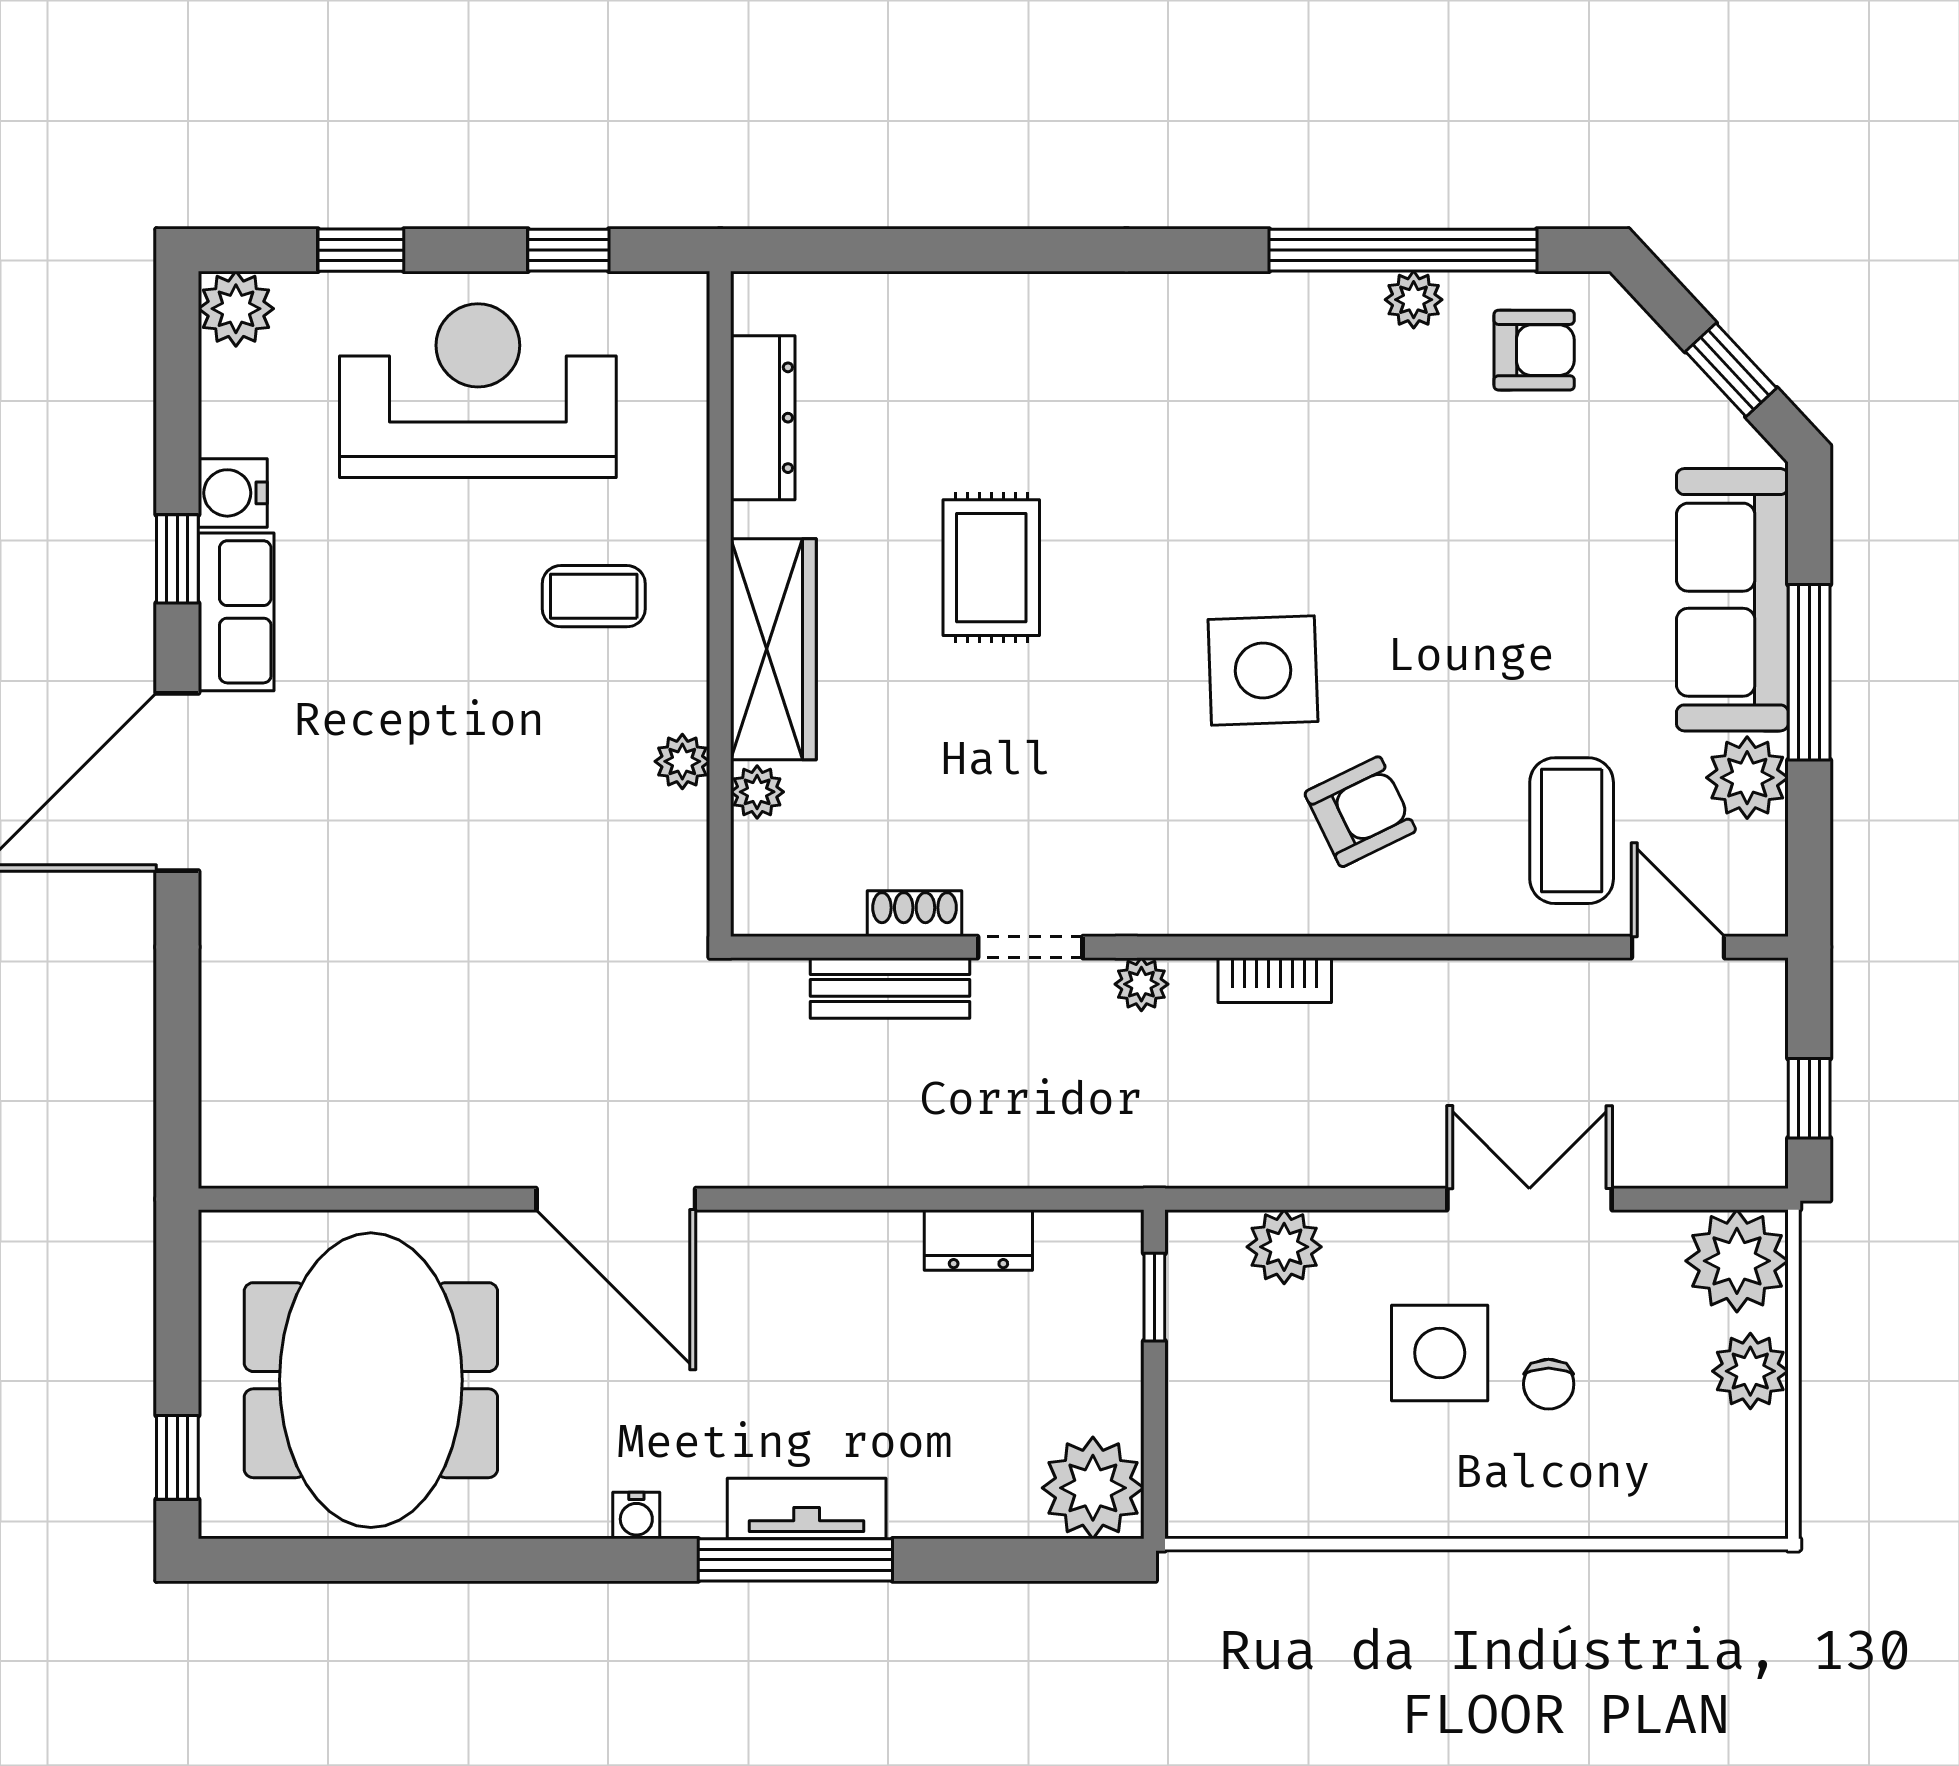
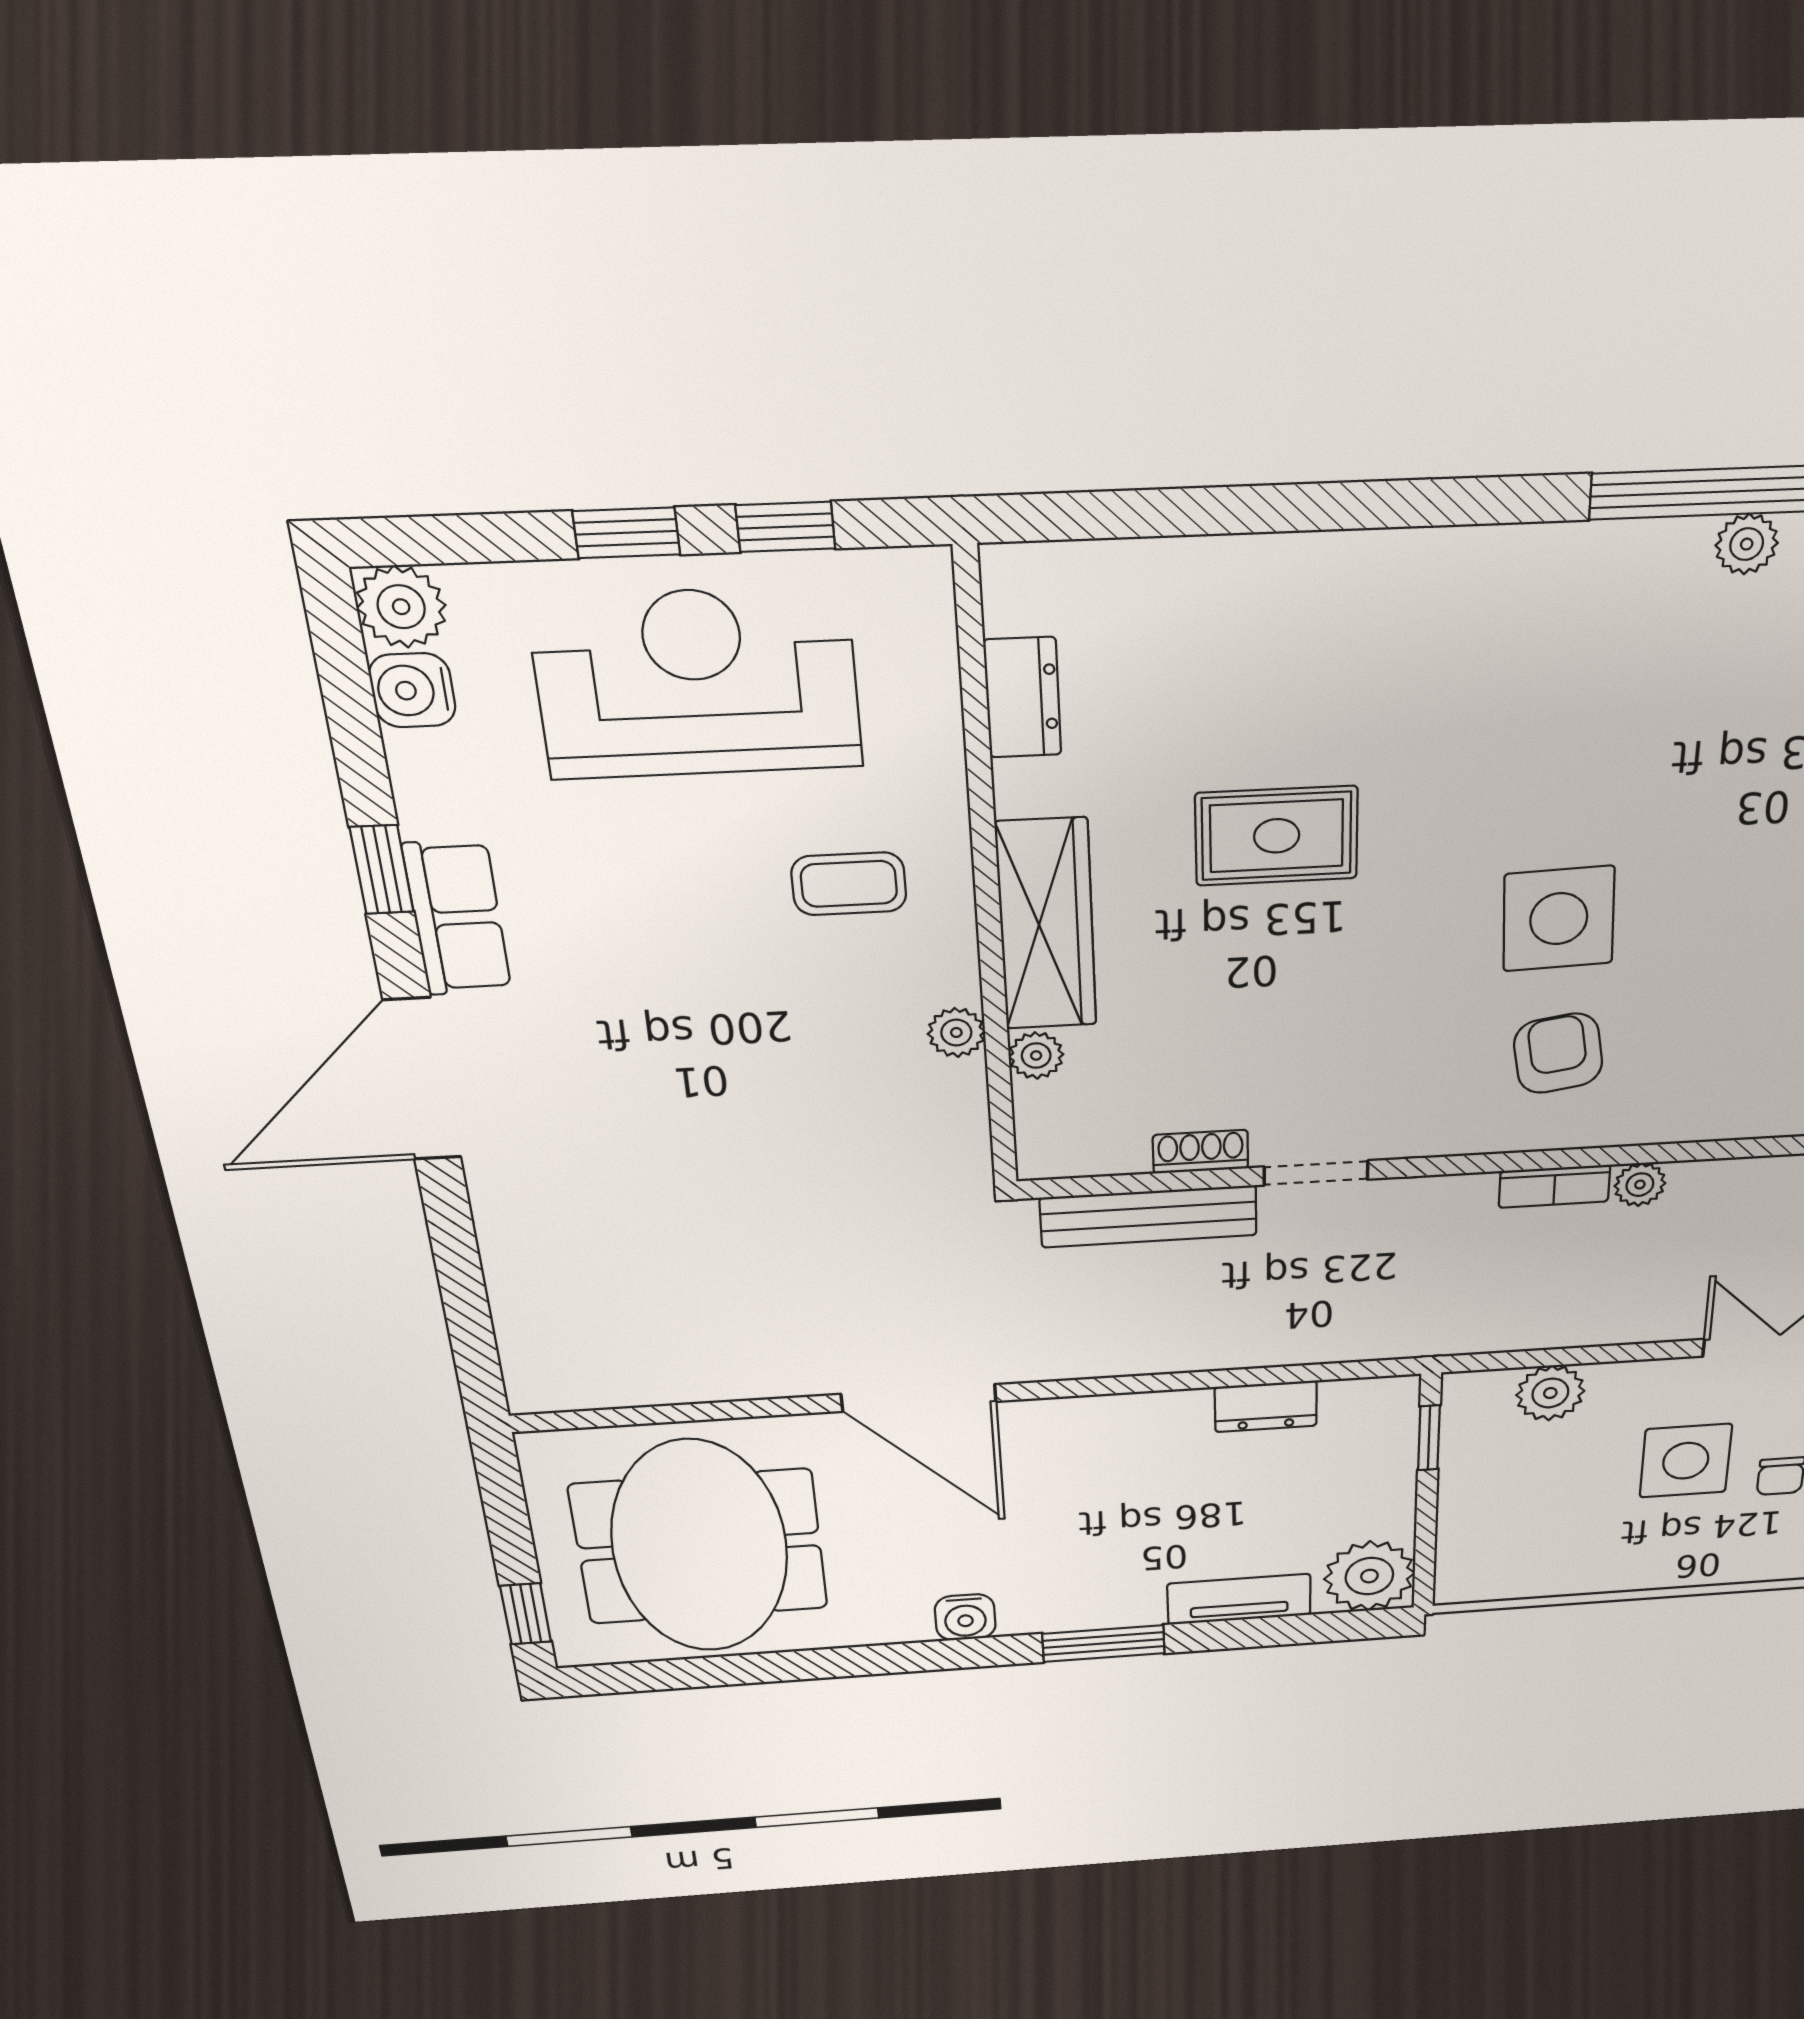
window: (361, 250) -> (626, 533), moved
dresser: (763, 418) -> (1023, 698), width x0.70
water cooler: (233, 493) -> (412, 690), moved
rug: (991, 568) -> (1277, 836), turned 90
armchair: (1360, 812) -> (1558, 1053), moved, turned -73
plant: (1141, 984) -> (1640, 1185), moved
bench: (890, 988) -> (1149, 1217), width x1.36
tv unit: (807, 1509) -> (1239, 1599), moved
water cooler: (636, 1515) -> (965, 1617), width x1.38, depth x1.38
window: (795, 1560) -> (1103, 1644), width x0.69

